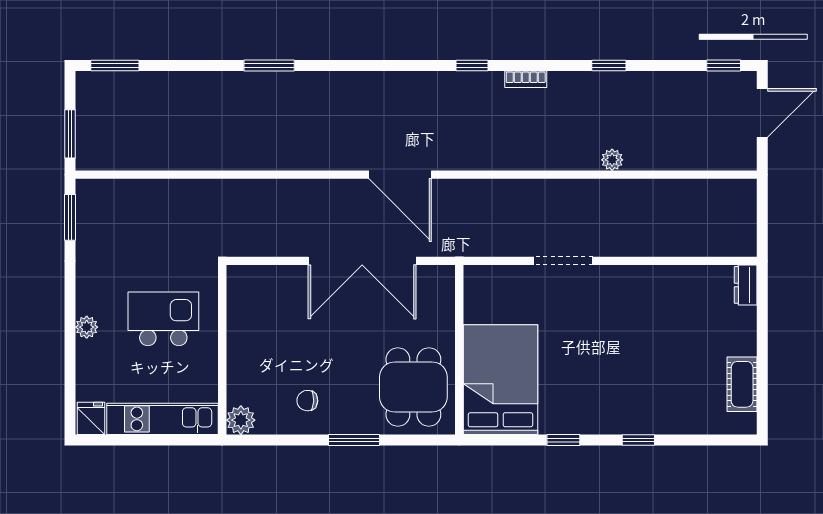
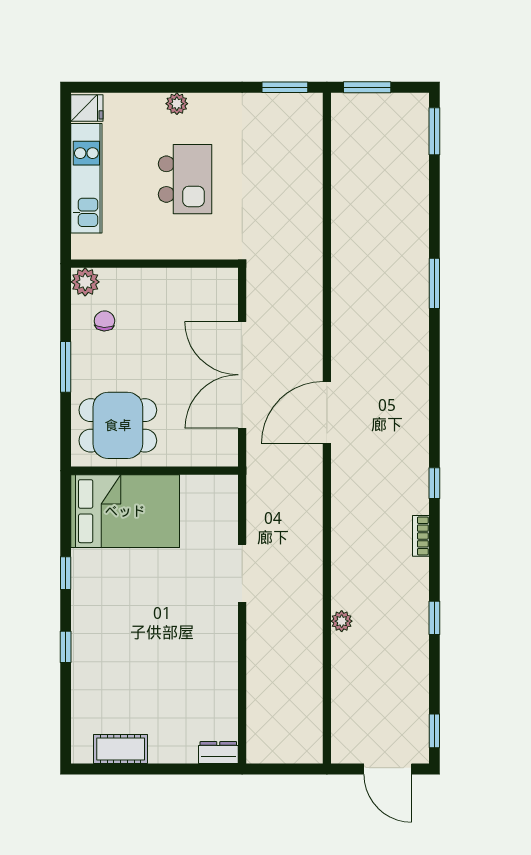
wall: (222, 350) -> (155, 264), moved
plant: (241, 420) -> (85, 282), moved

